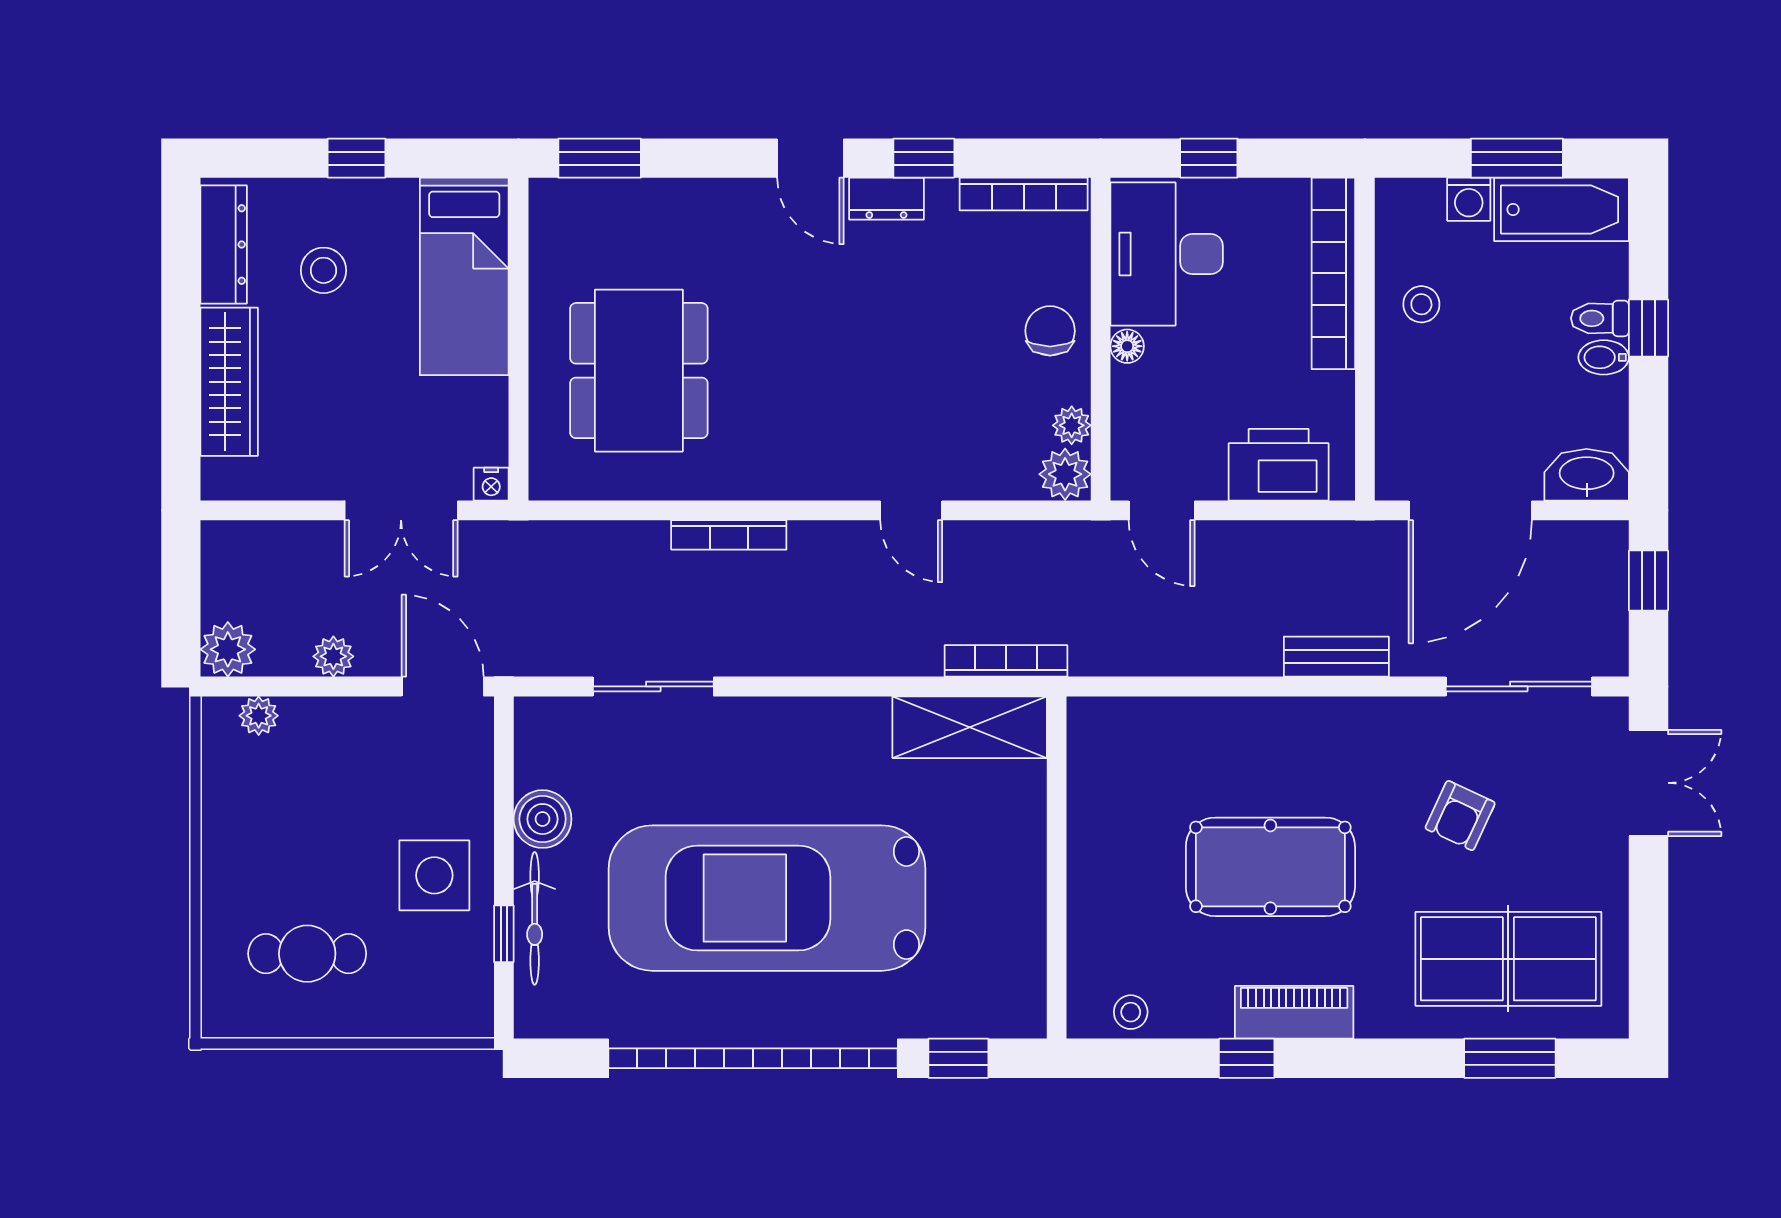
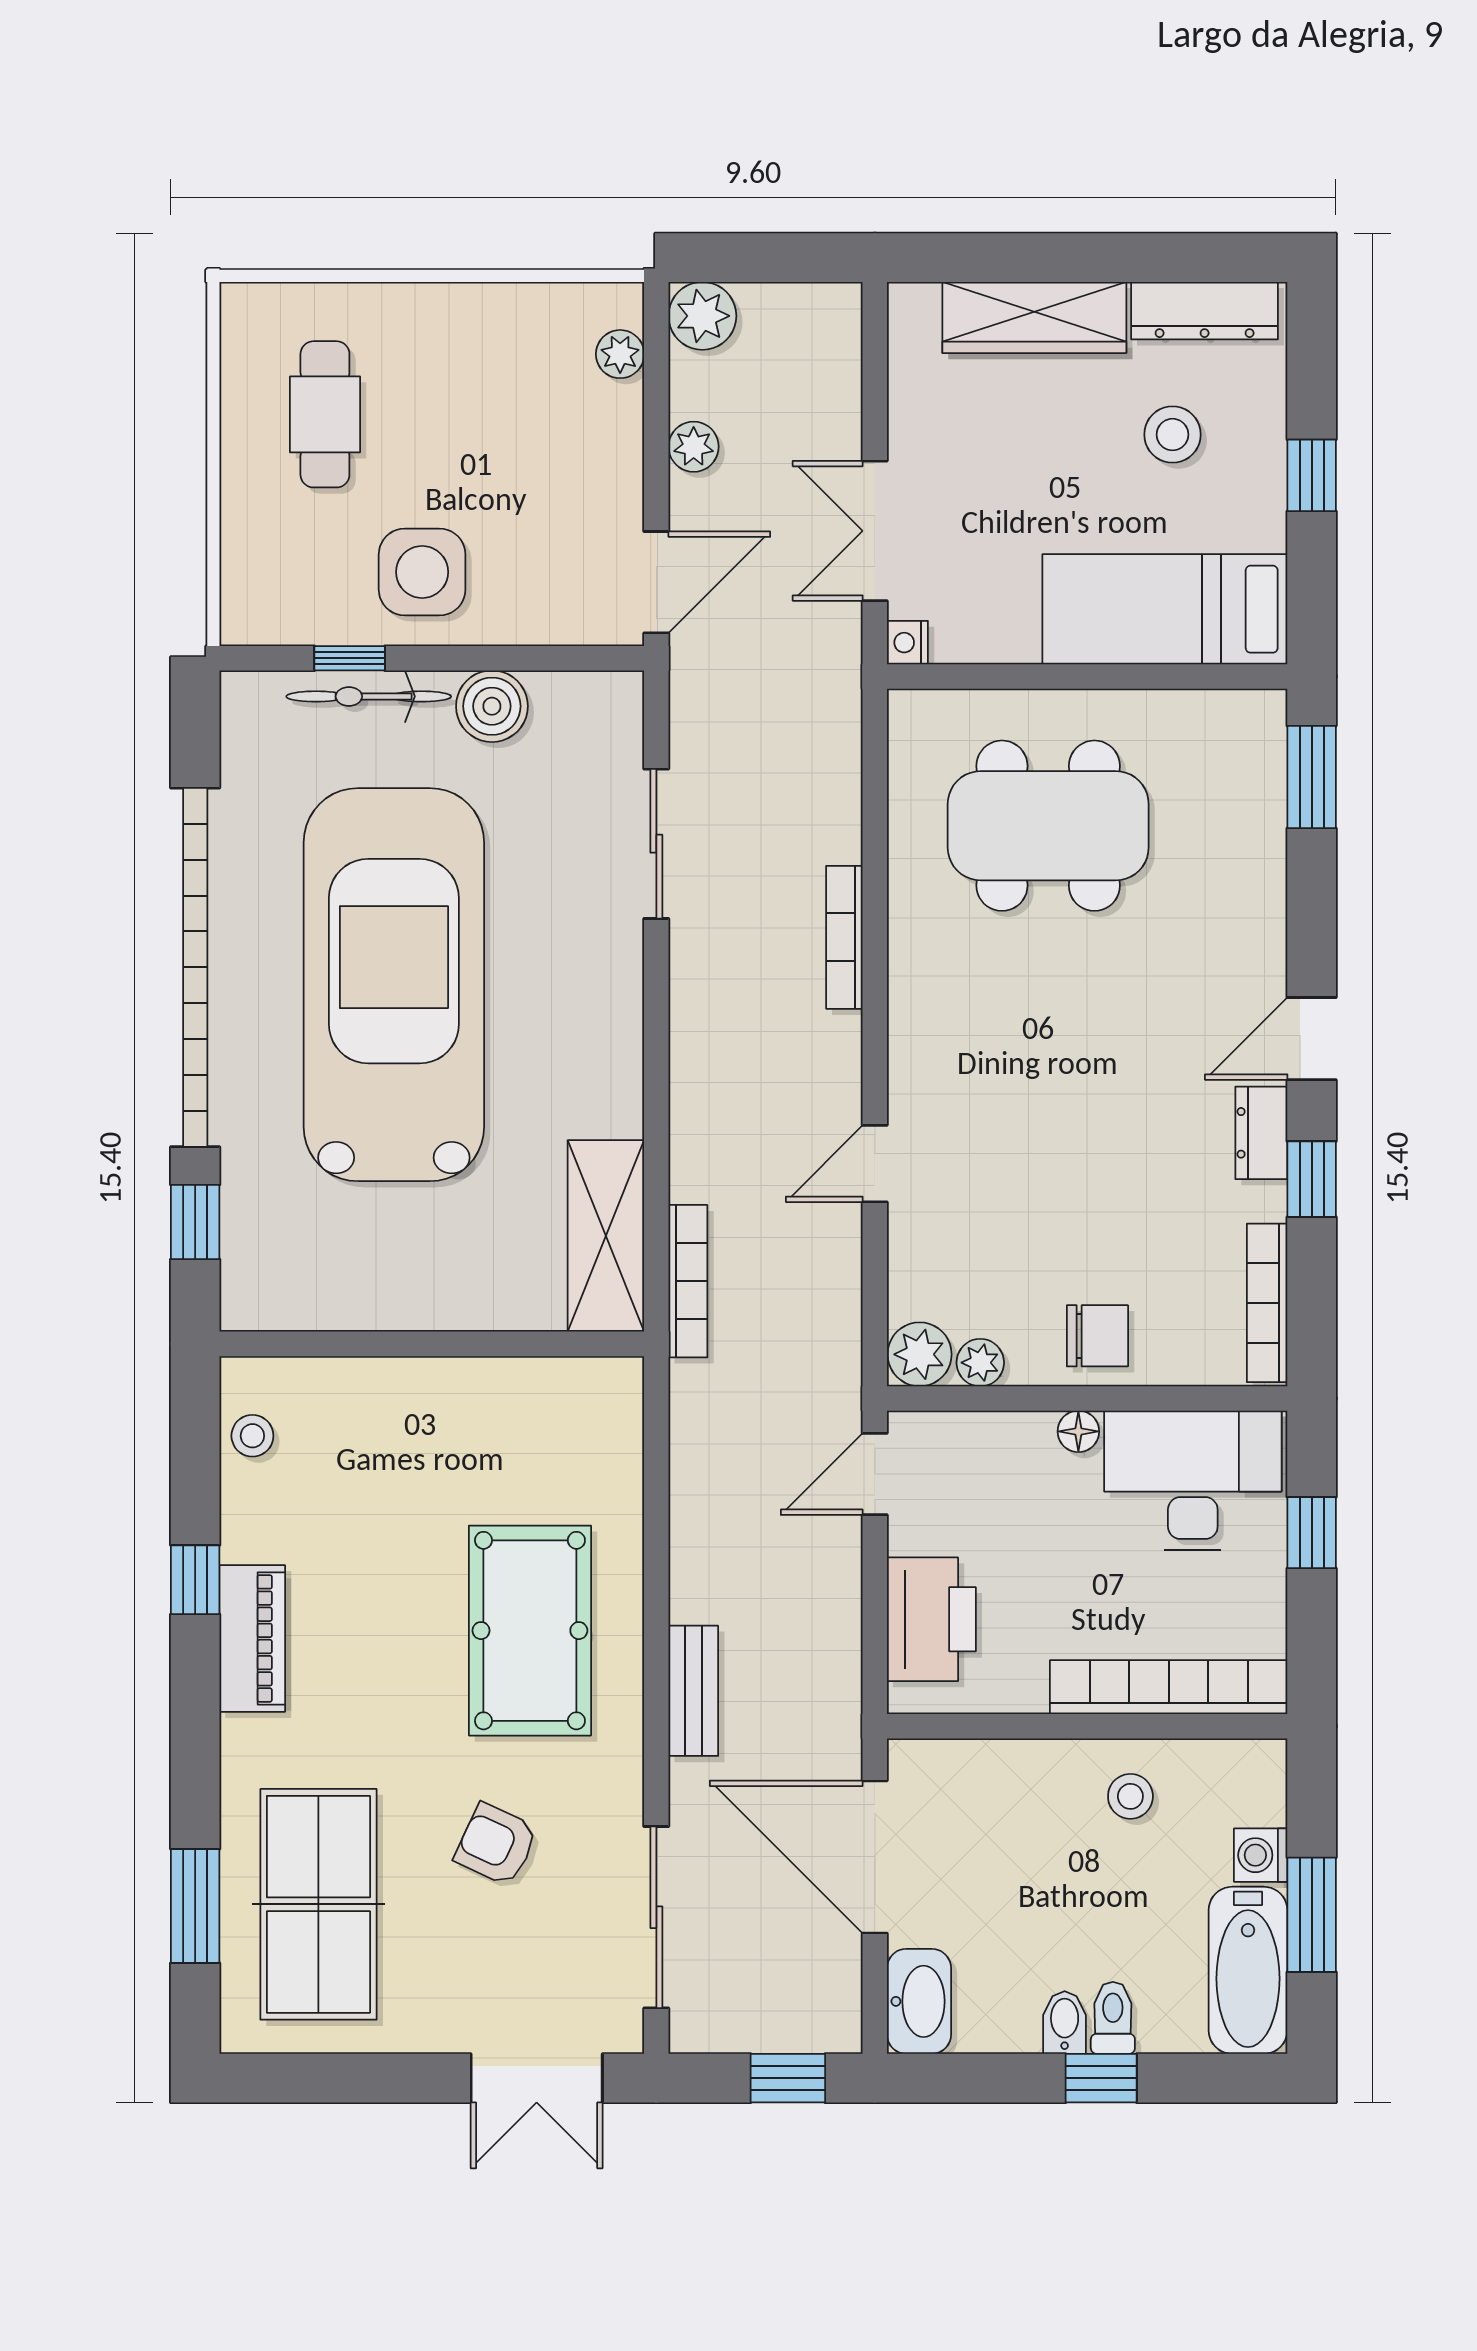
pool table: (1270, 867) -> (530, 1631), moved

